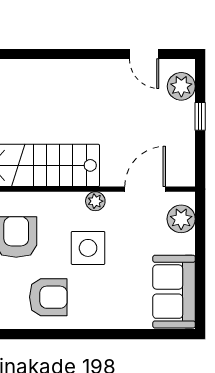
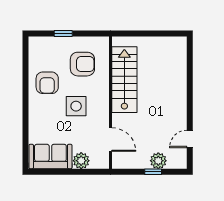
plant: (181, 86) -> (158, 161), moved
plant: (95, 201) -> (103, 110), removed
plant: (181, 219) -> (81, 161), moved

